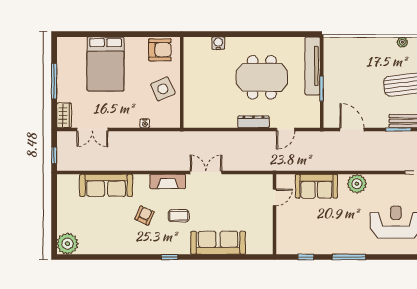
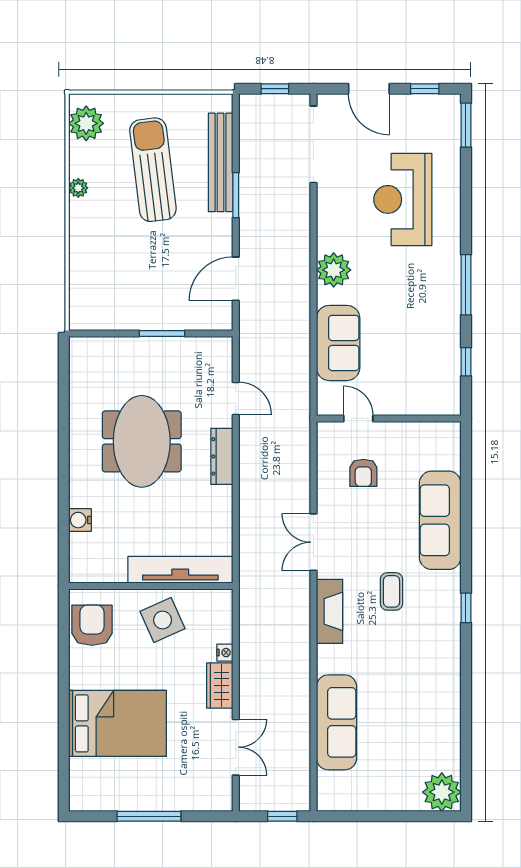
tv unit: (313, 66) -> (180, 570), moved, turned 180
wardrobe: (64, 115) -> (220, 686), moved, turned -90
armchair: (144, 215) -> (363, 473), moved, turned -114

